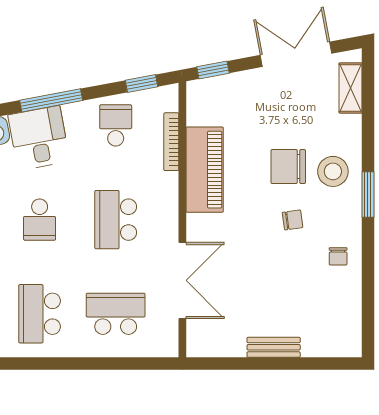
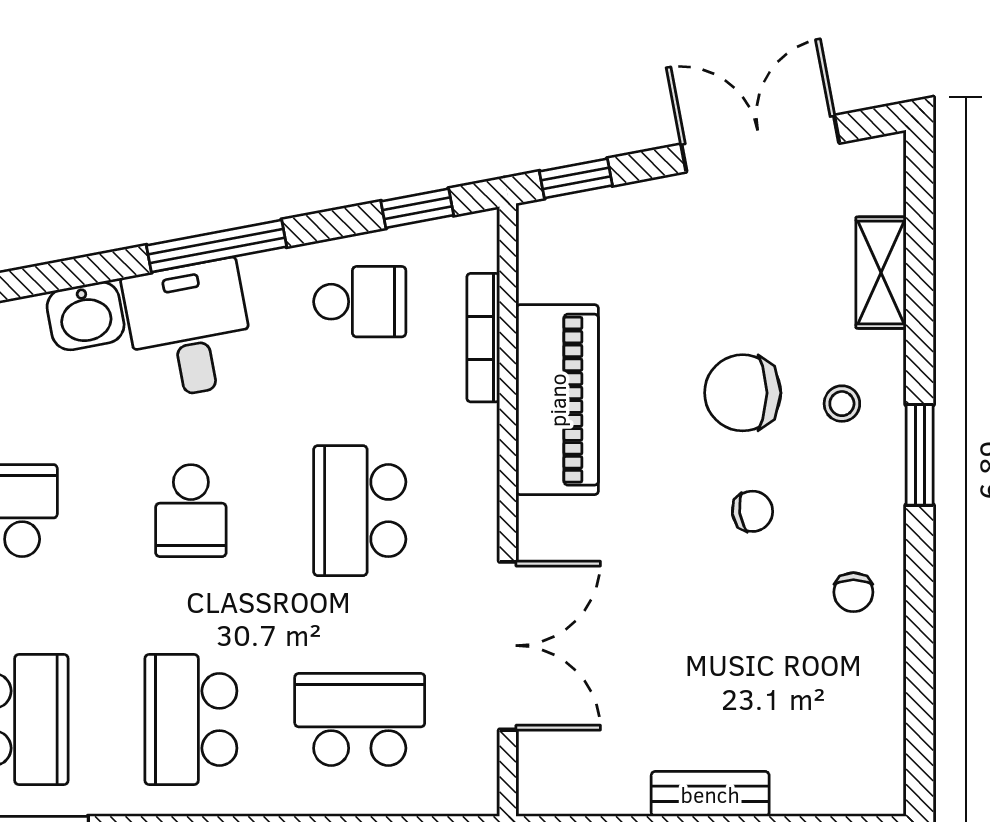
shelving: (351, 88) -> (881, 273), moved
school desk: (116, 125) -> (360, 302), turned 90
stool: (333, 171) -> (842, 404), width x0.53, depth x0.53

